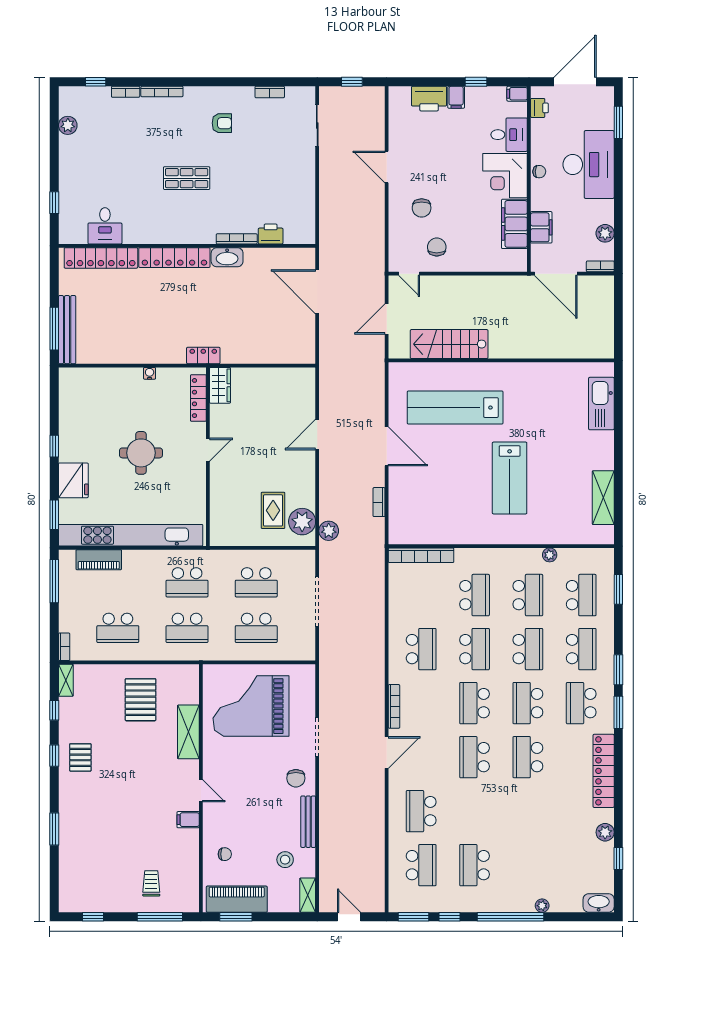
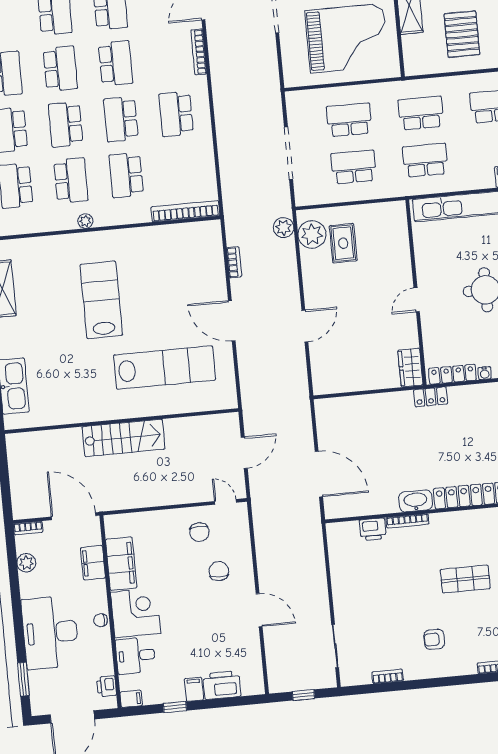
stairs: (449, 344) -> (124, 438), moved
locker: (198, 398) -> (453, 374), moved, turned -90
plant: (550, 555) -> (85, 221), moved
school desk: (528, 595) -> (71, 180), turned 180

